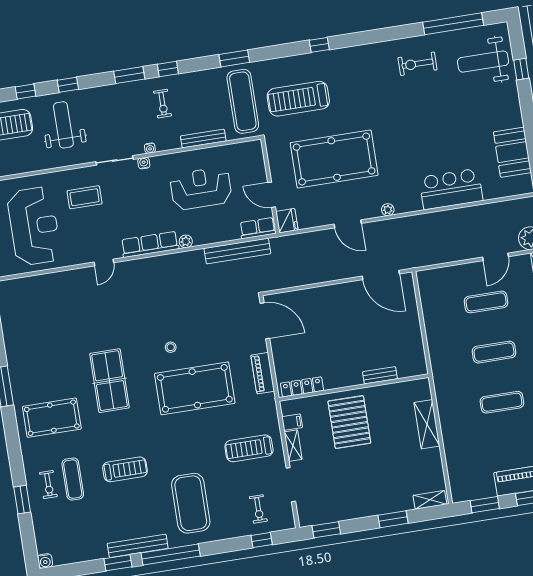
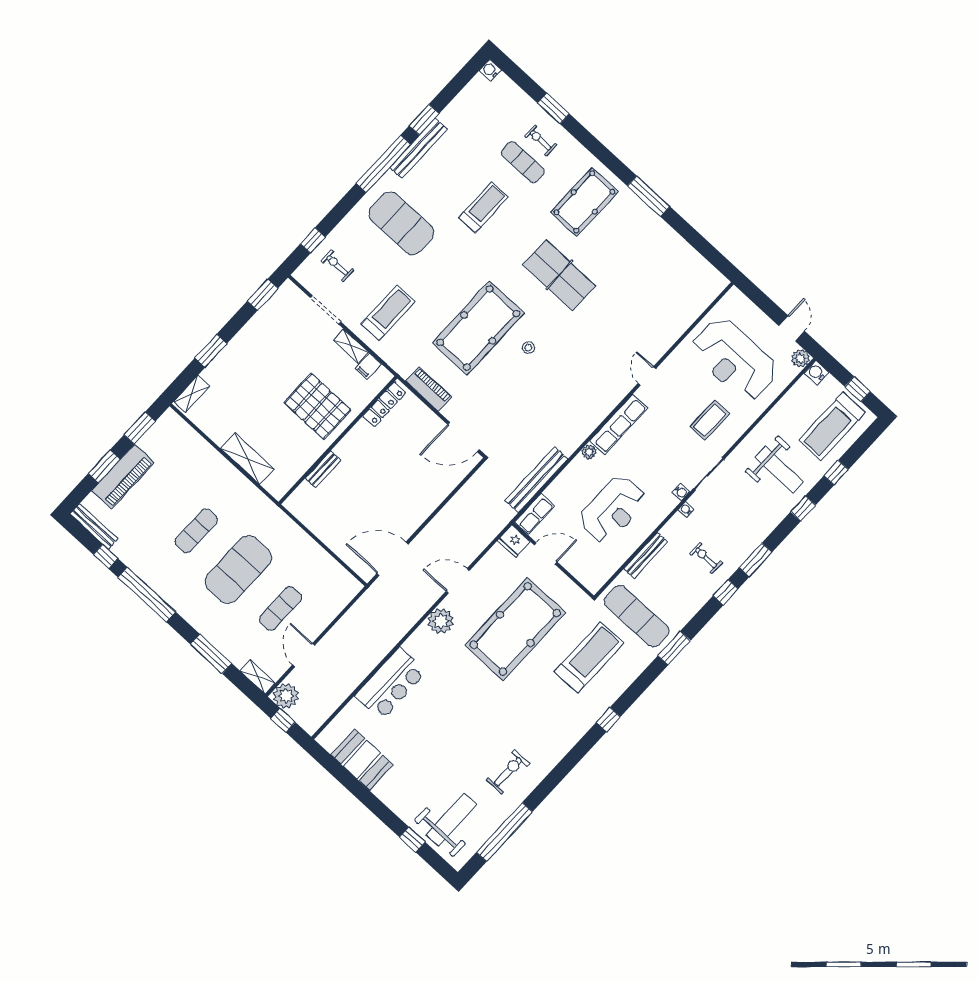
plant: (388, 210) -> (441, 621), width x1.88, depth x1.88
exercise mat: (494, 352) -> (238, 570), width x2.00, depth x1.45
treadmill: (125, 469) -> (483, 207), turned 180

